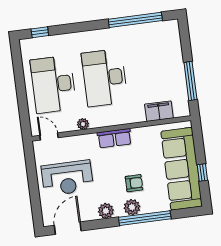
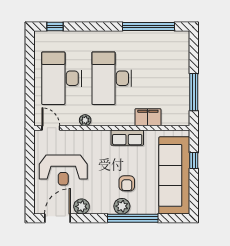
filing cabinet: (159, 111) -> (148, 117), moved
row of seats: (114, 138) -> (127, 138), moved
window: (202, 173) -> (194, 160), moved
armchair: (134, 183) -> (127, 183), turned 90
plant: (106, 211) -> (82, 206), moved

